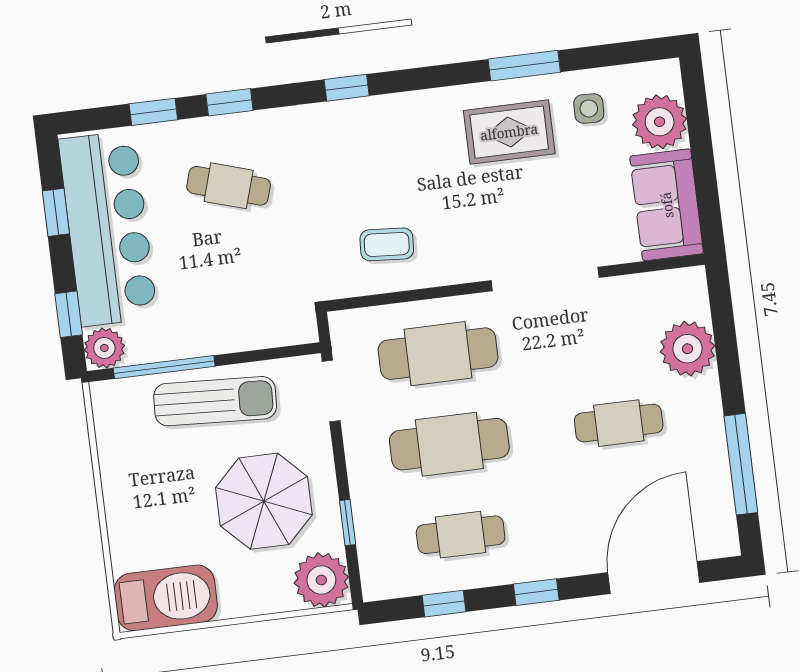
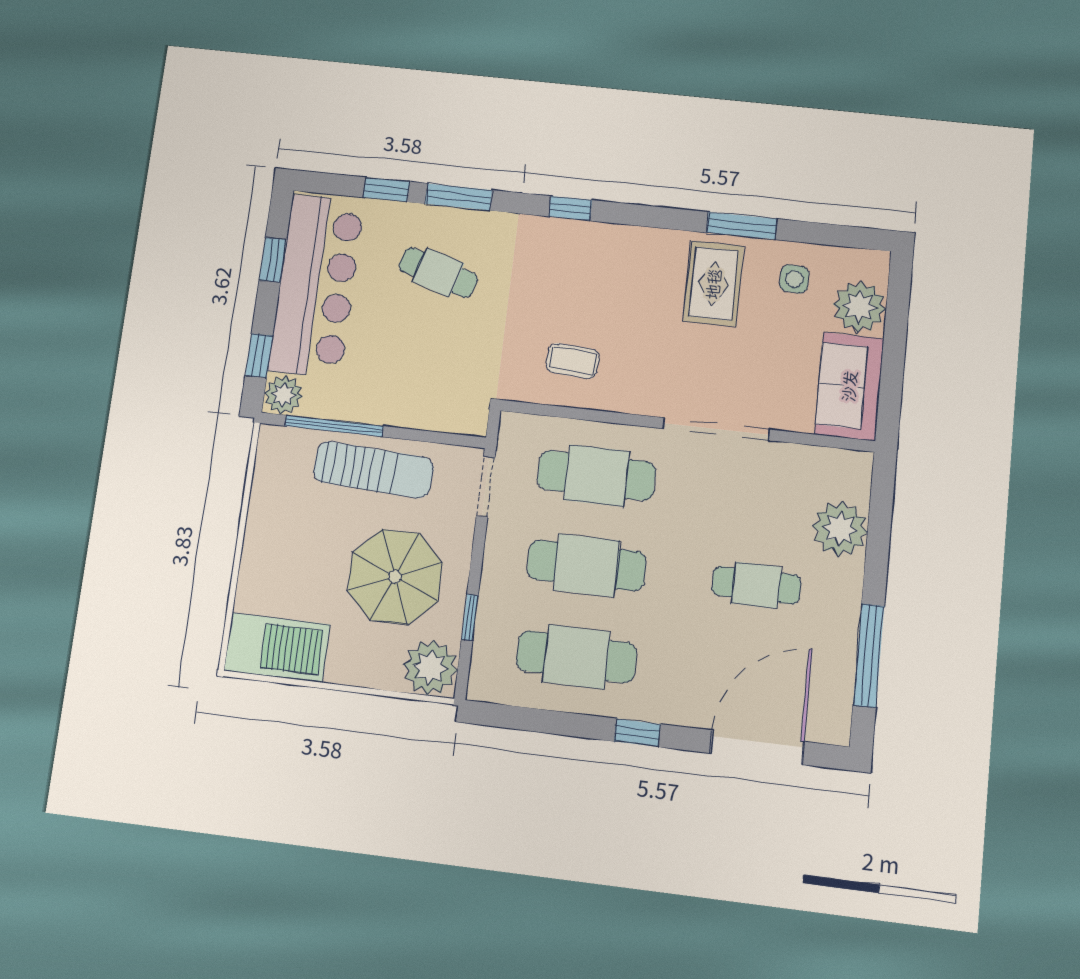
window: (229, 102) -> (459, 197), width x1.50
rug: (509, 132) -> (713, 284), turned 90
cafe table: (461, 535) -> (576, 657), width x1.37, depth x1.35
window: (444, 604) -> (544, 721), removed

